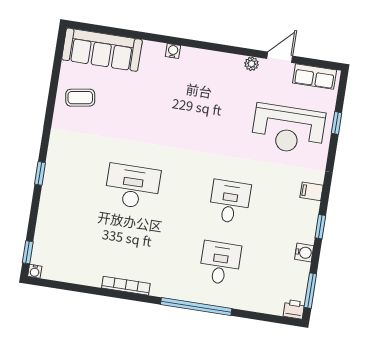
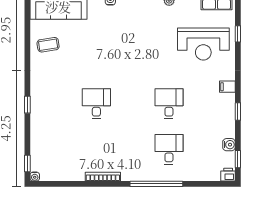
desk: (133, 187) -> (96, 104), width x0.73
water cooler: (304, 253) -> (229, 145), moved
window: (310, 291) -> (238, 159), width x0.67

